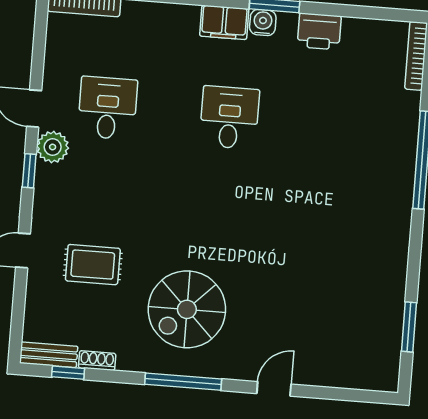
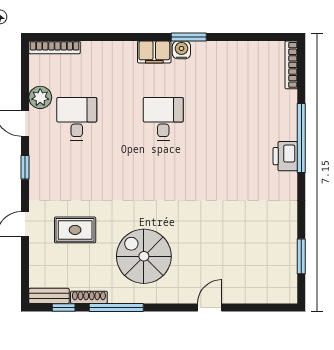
printer: (319, 31) -> (285, 156), moved, turned 90
plant: (53, 147) -> (40, 97), moved
spiral stairs: (187, 309) -> (144, 256), turned 90
shoe rack: (97, 361) -> (89, 297), width x1.43
window: (183, 382) -> (116, 307), moved

